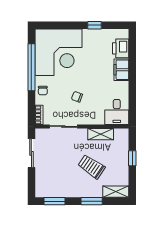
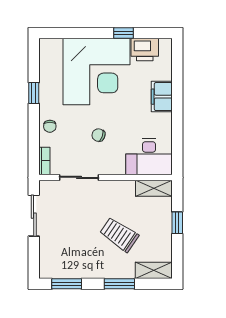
printer: (121, 48) -> (145, 50), moved, turned -90
corner desk: (59, 52) -> (96, 72), moved
window: (31, 67) -> (34, 93), width x0.32
desk: (117, 112) -> (149, 157), width x1.37
shelving: (101, 134) -> (154, 188), moved

